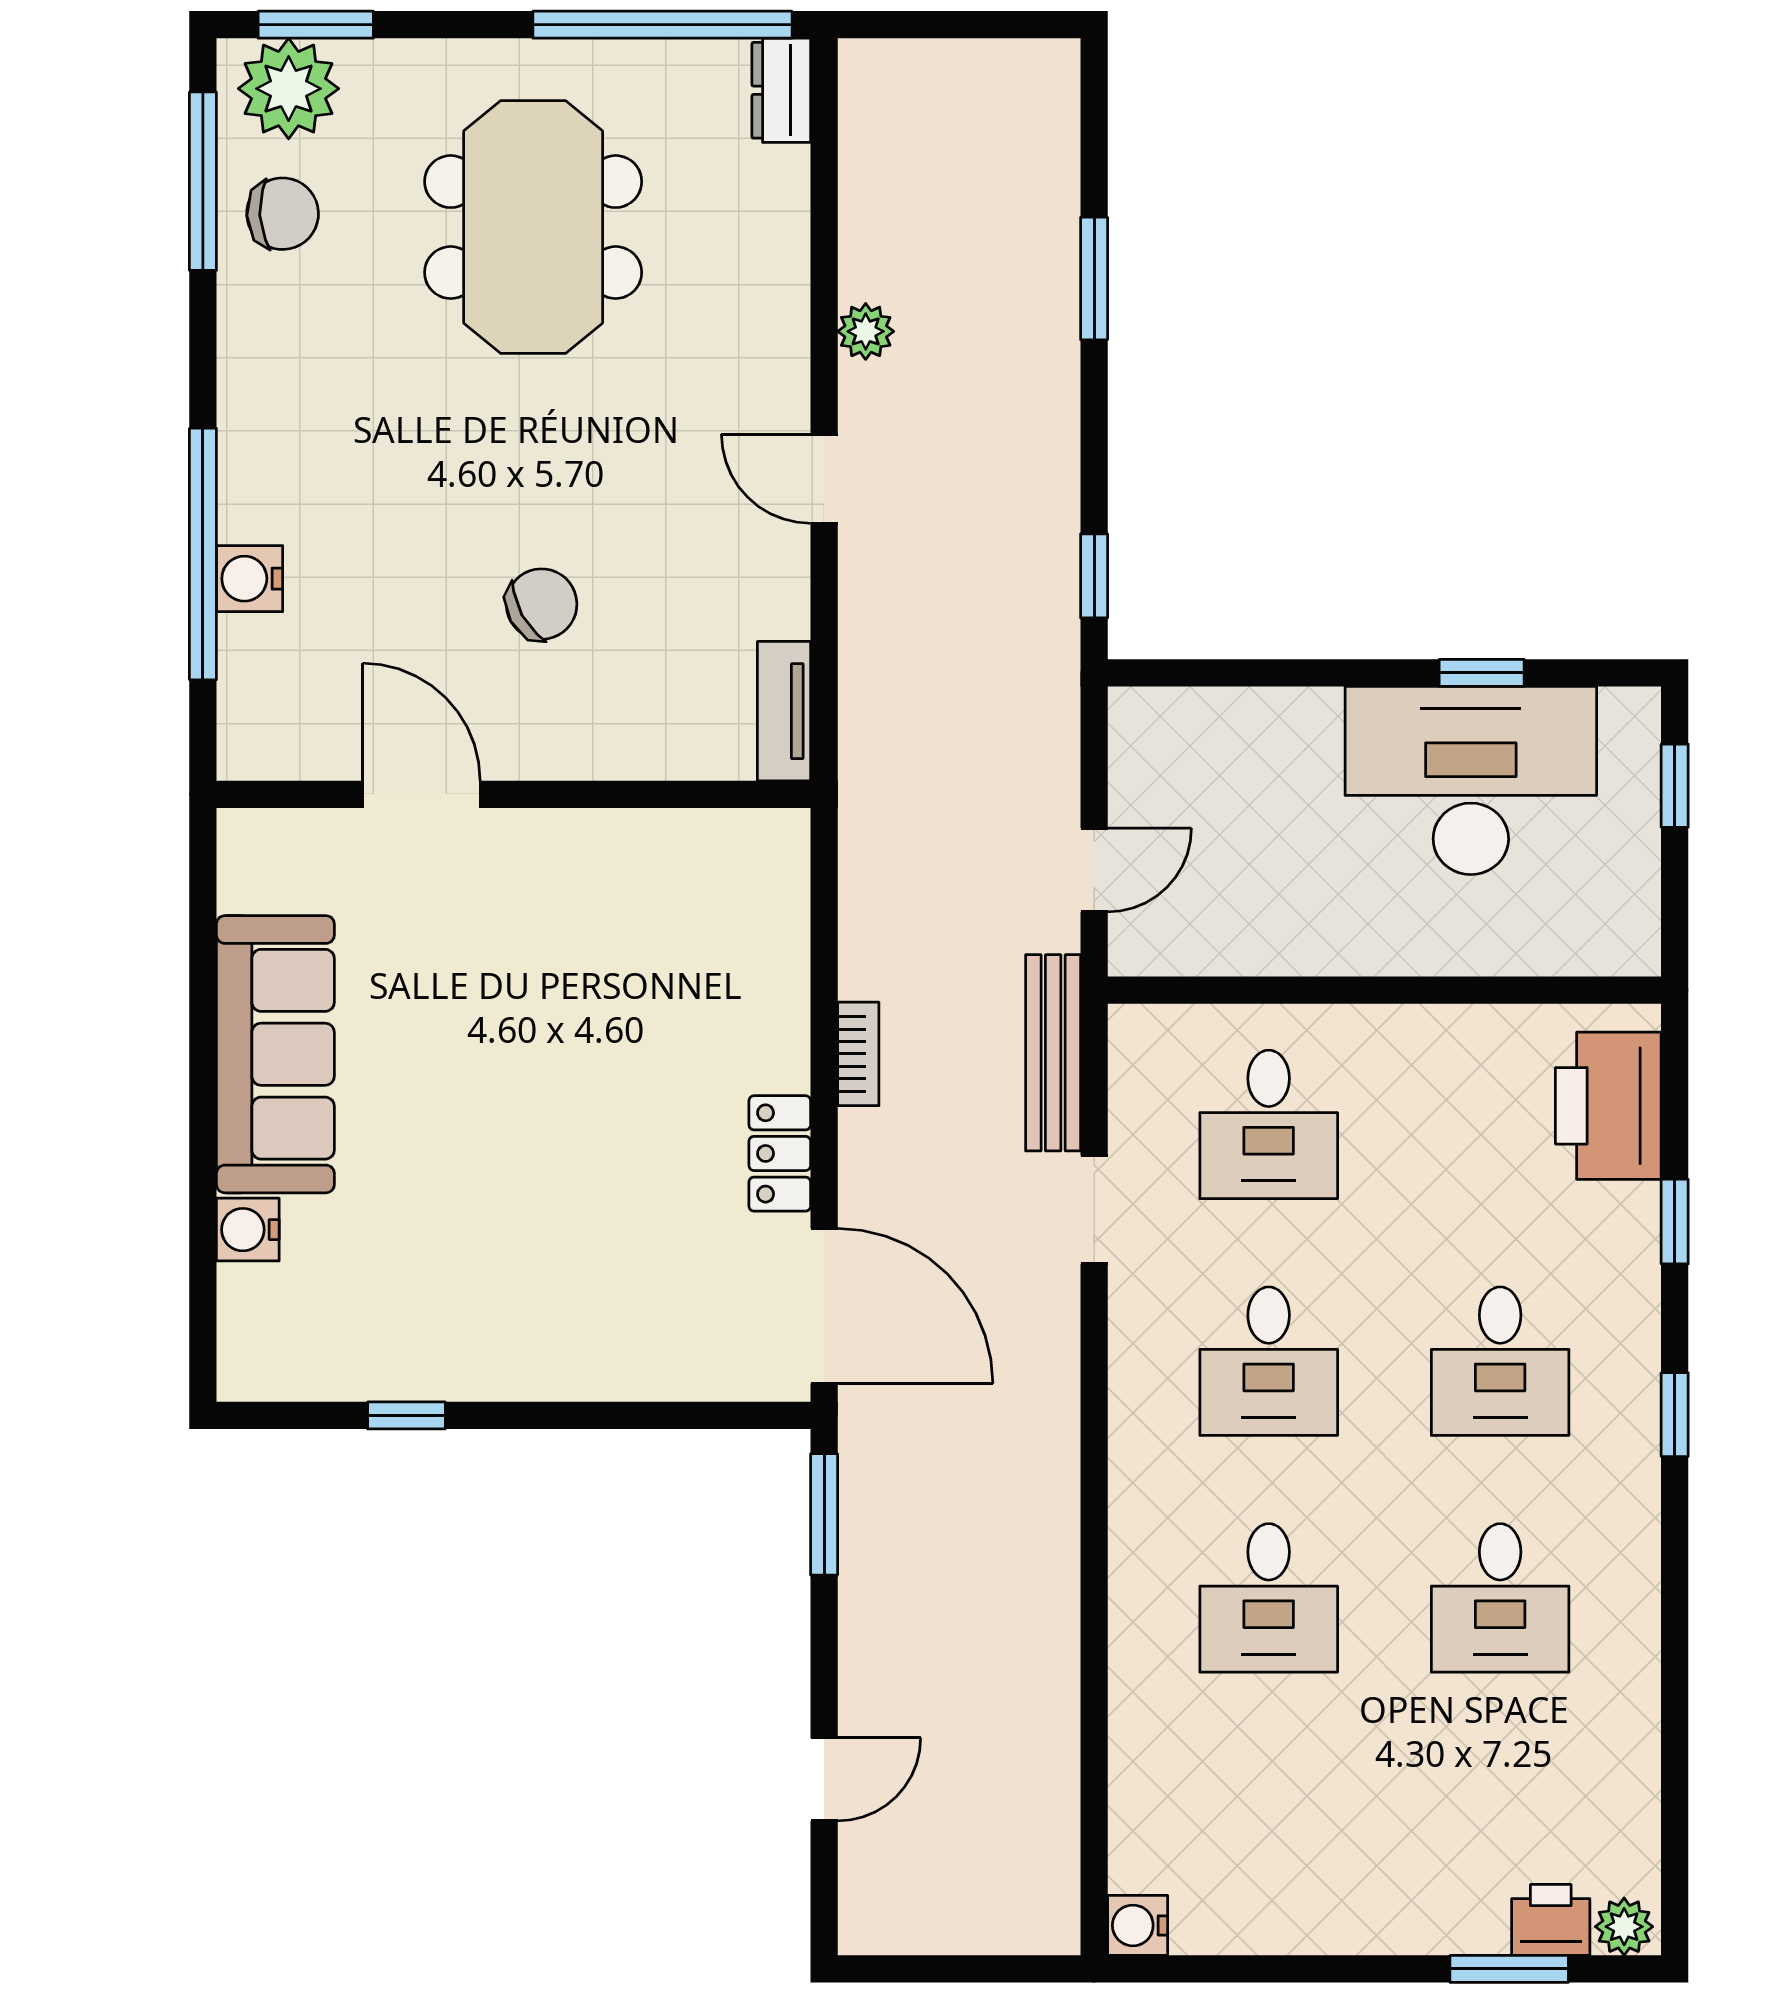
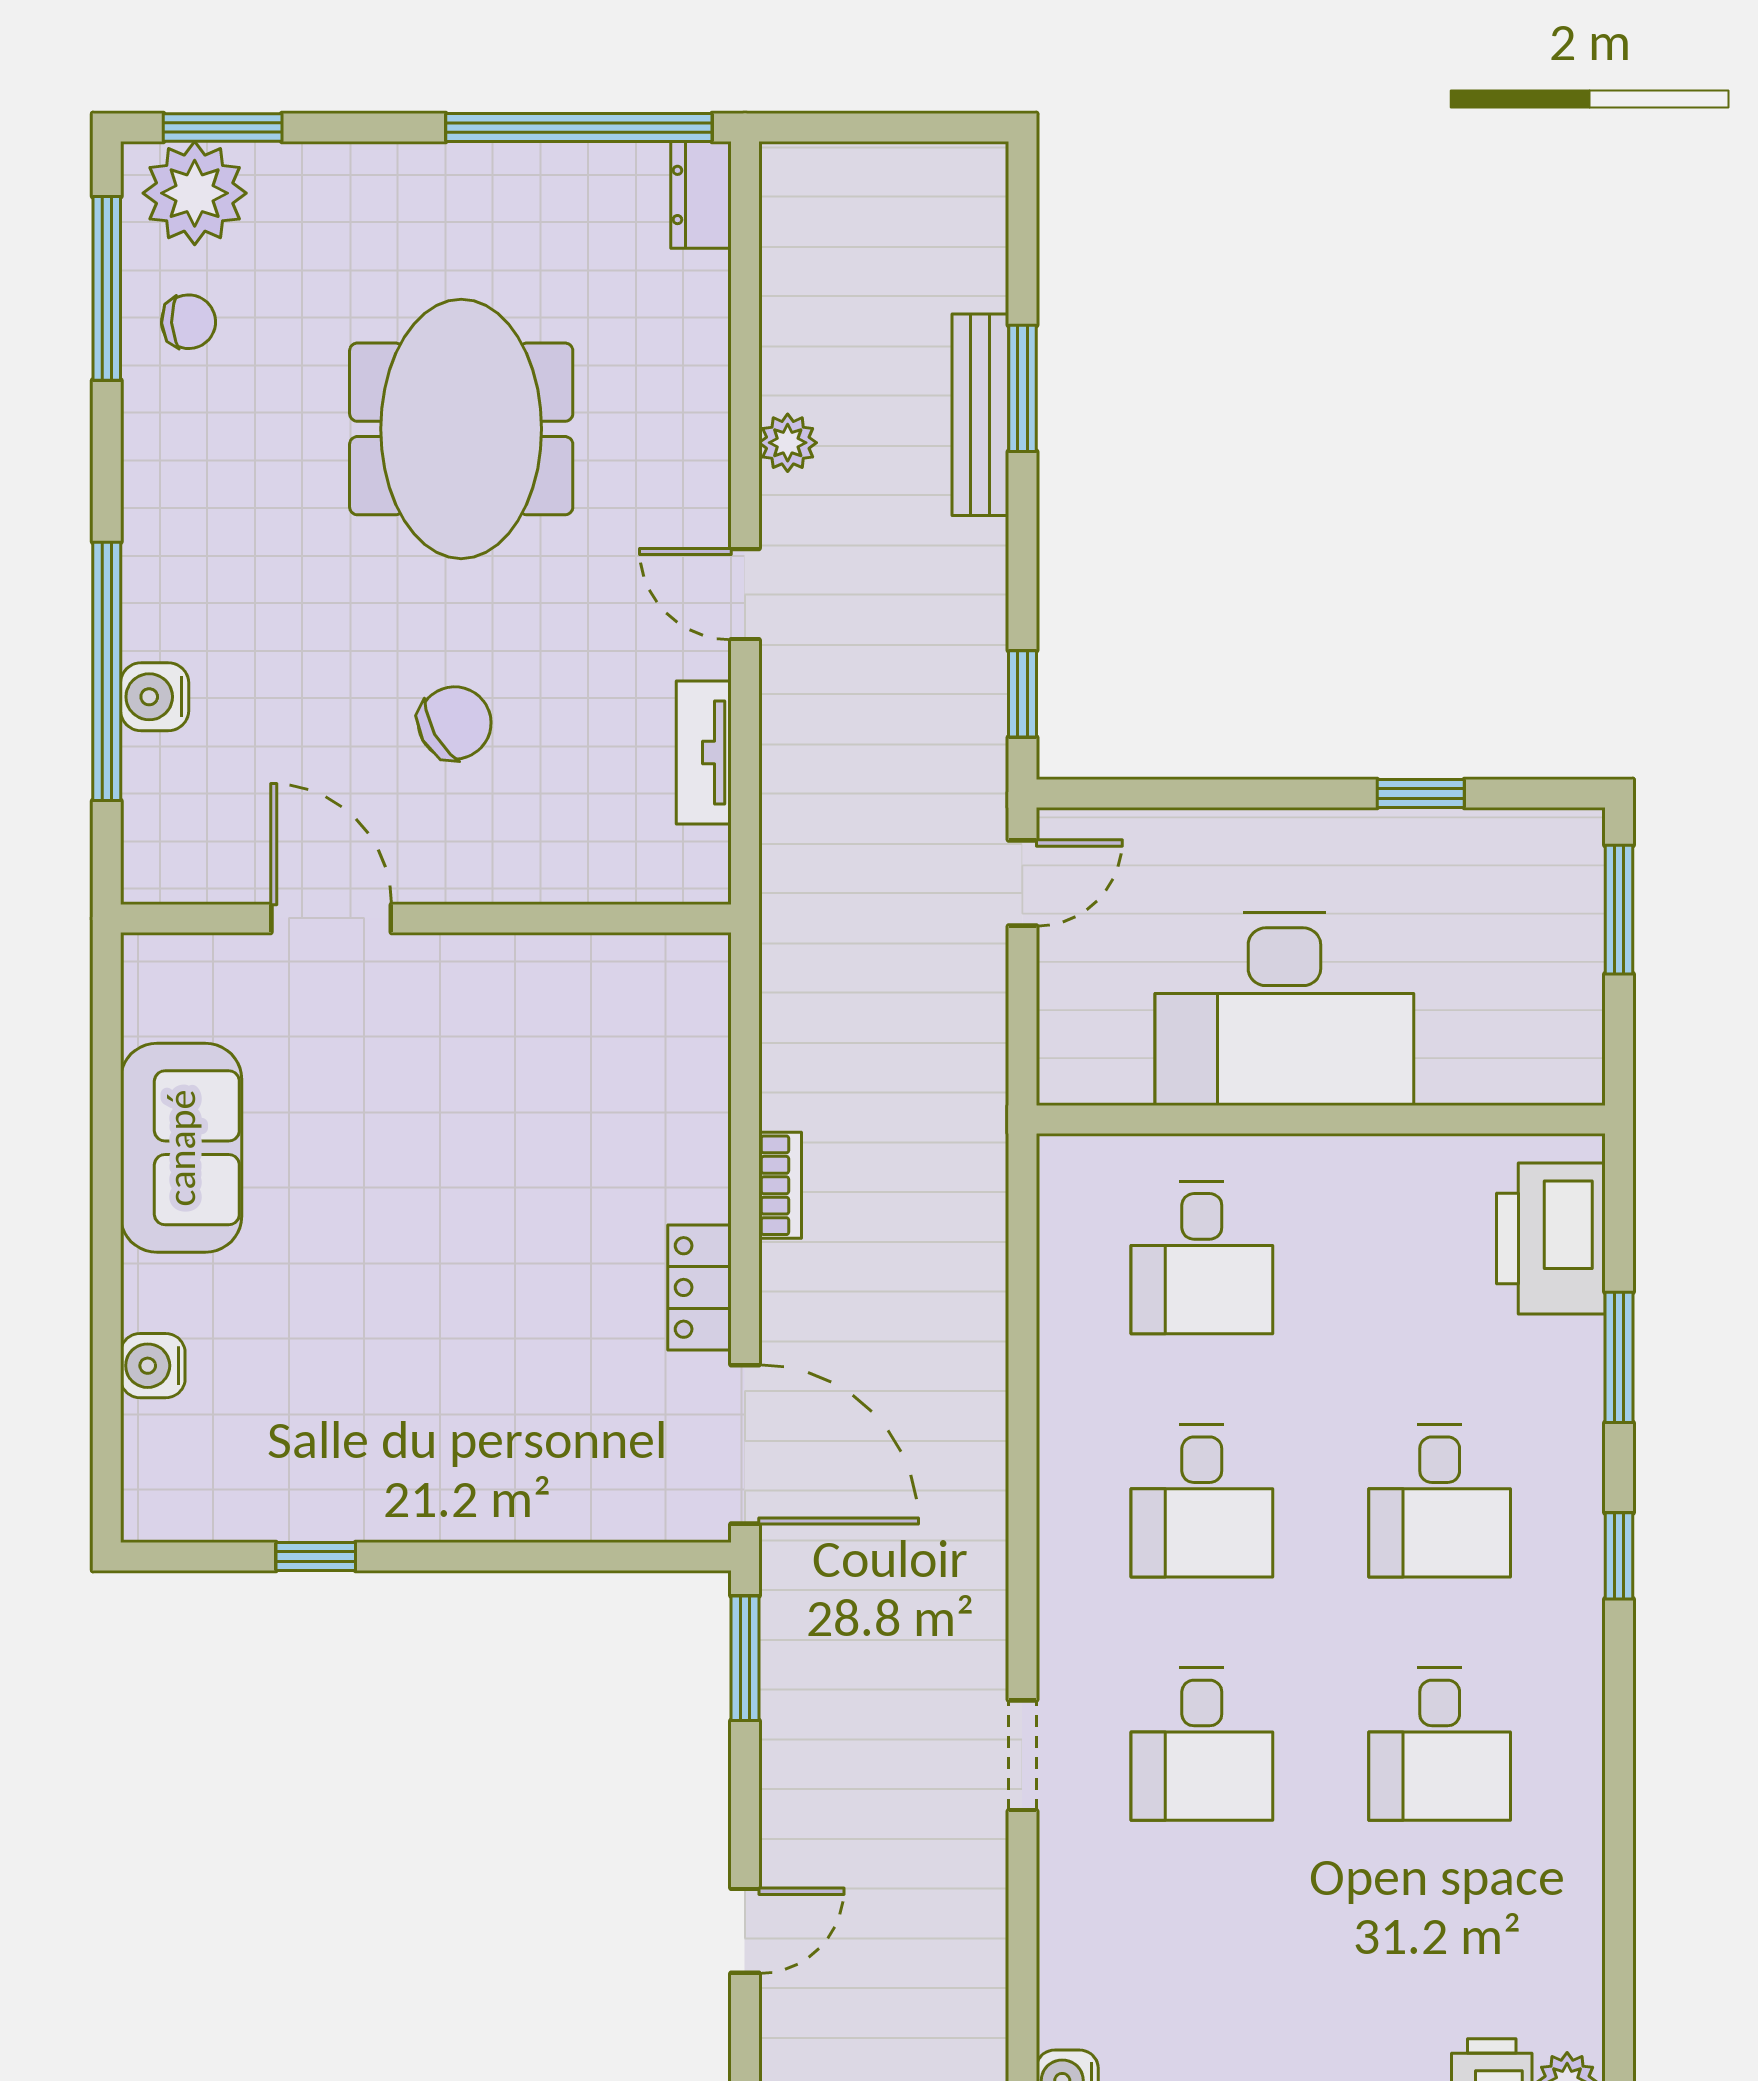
chair: (283, 214) -> (189, 322), width x0.73, depth x0.73
meeting table: (533, 227) -> (461, 429), moved
tv unit: (784, 711) -> (704, 753), moved
desk: (1471, 780) -> (1284, 1009), moved, turned 180
window: (1675, 786) -> (1619, 910), width x1.50
door: (1094, 870) -> (1022, 883), moved
bench: (1053, 1053) -> (980, 415), moved
sofa: (275, 1054) -> (181, 1148), width x0.73
doorway: (1094, 1210) -> (1022, 1755), moved
window: (1675, 1222) -> (1619, 1357), width x1.50

